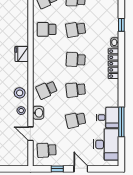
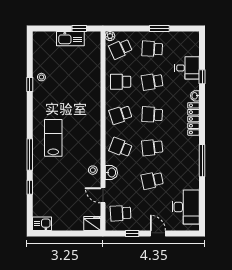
fridge: (22, 54) -> (92, 223), moved, turned 90
school desk: (47, 60) -> (121, 115), added
school desk: (47, 90) -> (121, 147), turned 45
stool: (20, 93) -> (91, 151), removed
desk: (108, 117) -> (187, 68), moved
window: (121, 122) -> (202, 161), moved

